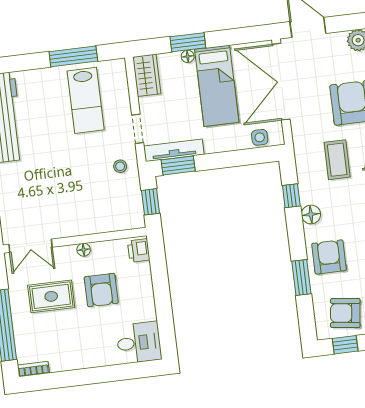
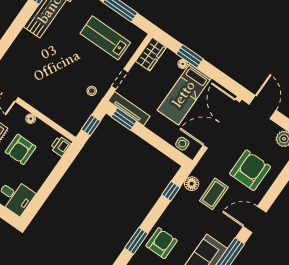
lab bench: (86, 100) -> (105, 38), turned 90
floor lamp: (311, 214) -> (192, 184), moved

